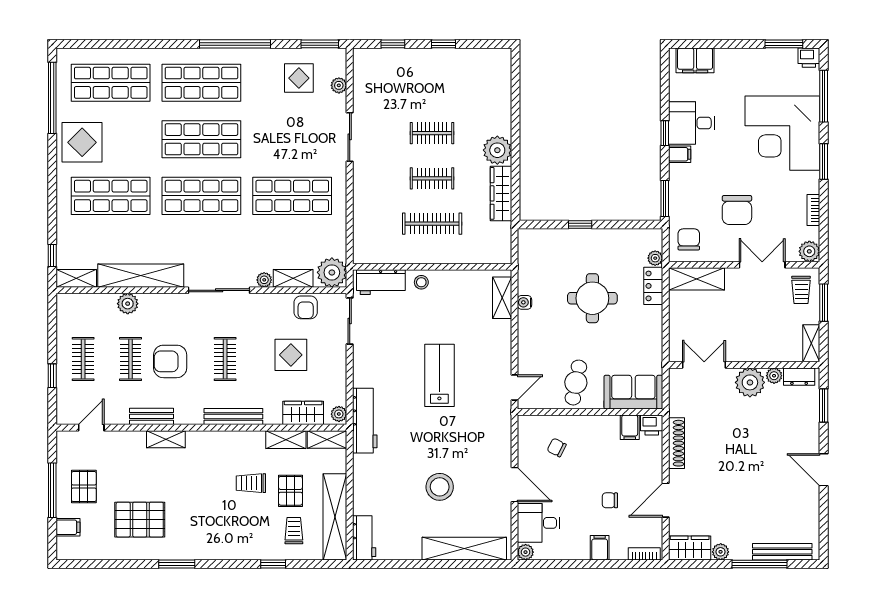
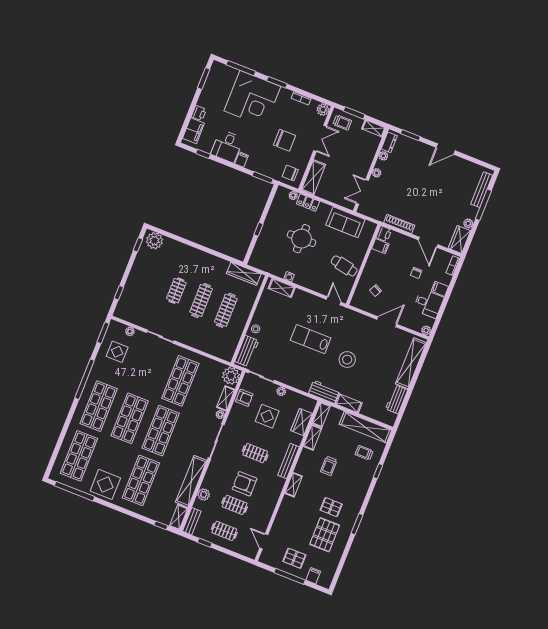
window: (444, 44) -> (138, 245), moved
printer: (809, 58) -> (199, 113), moved
window: (665, 133) -> (203, 154), moved
plant: (497, 150) -> (155, 241), moved
clothes rail: (432, 178) -> (201, 300), width x1.36
wardrobe: (501, 193) -> (244, 274), moved
double door: (762, 265) -> (320, 138), swing flipped
armchair: (170, 361) -> (245, 484), turned 90
window: (52, 376) -> (205, 543), moved
plant: (750, 382) -> (377, 173), width x0.53, depth x0.53
sofa: (633, 392) -> (345, 222), moved, turned -90
plant: (339, 414) -> (281, 391), moved
bench: (151, 416) -> (192, 521), moved
workbench: (365, 421) -> (324, 392), width x0.73
shelving: (166, 439) -> (293, 485), moved
shelving: (362, 475) -> (349, 403), added
stool: (440, 487) -> (347, 360), moved
pallet: (290, 491) -> (331, 507), moved
desk: (539, 523) -> (428, 304), moved, turned -90
workbench: (364, 538) -> (397, 399), moved, turned -90

